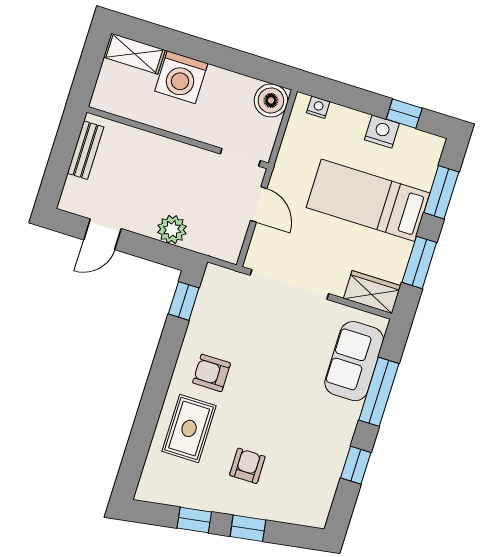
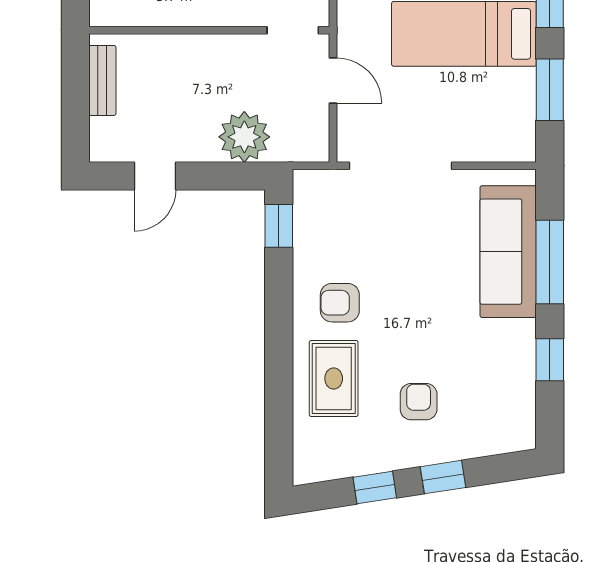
plant: (172, 229) -> (244, 137), width x1.36, depth x1.36
wardrobe: (372, 292) -> (504, 144), removed
sofa: (354, 361) -> (508, 252), width x1.36

